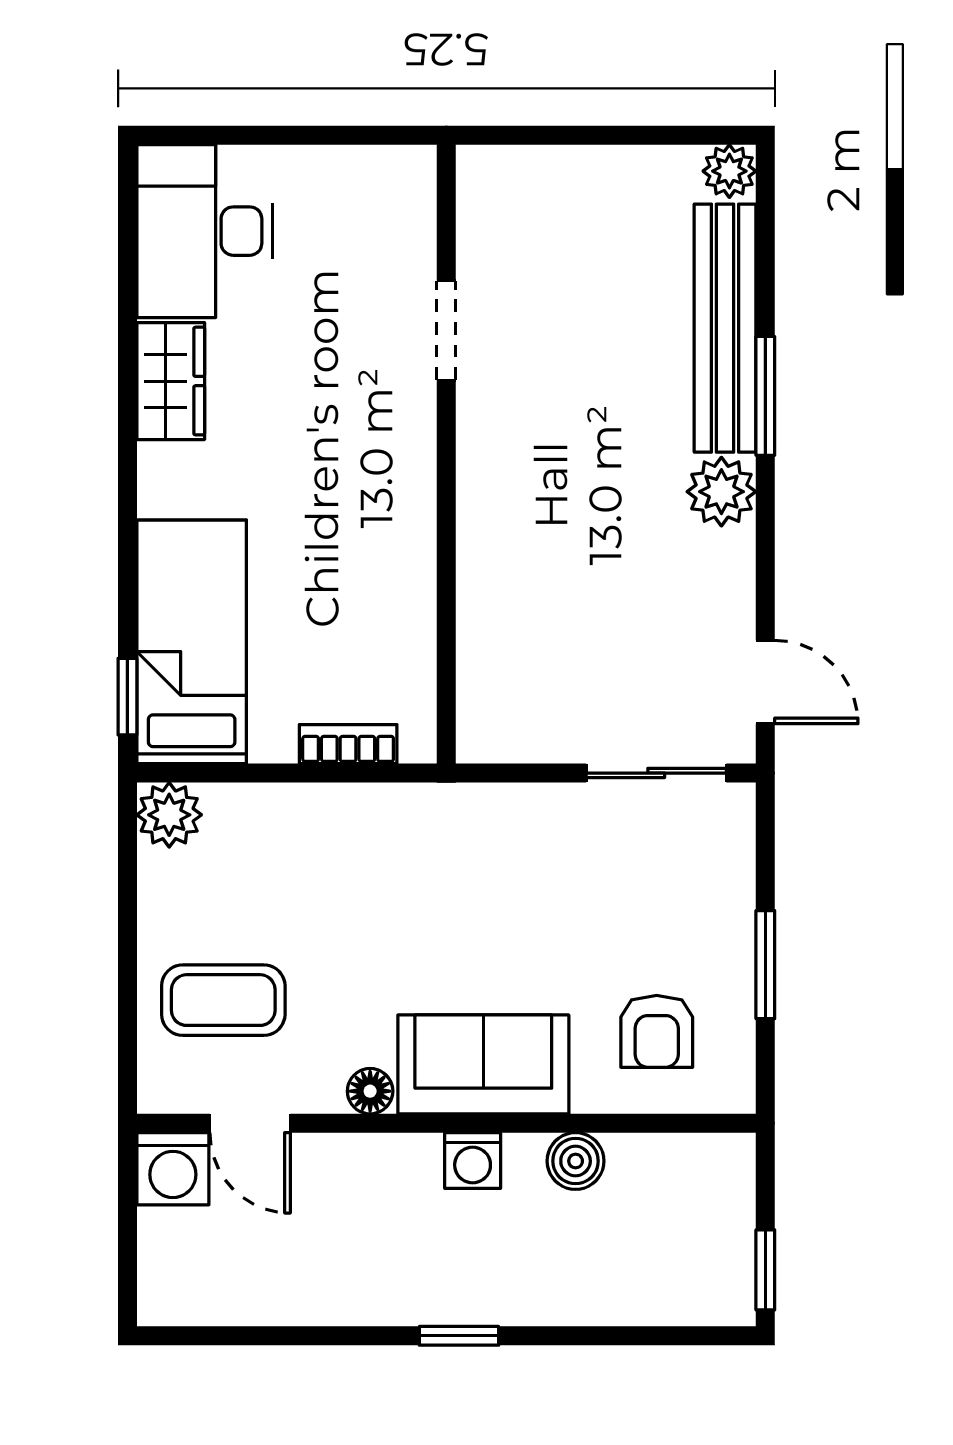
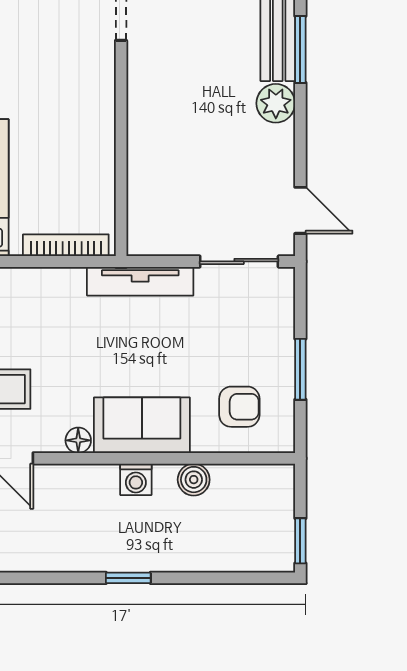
bookcase: (348, 744) -> (66, 245), width x1.56
tv unit: (480, 808) -> (140, 281), added
armchair: (657, 1031) -> (239, 407), turned -90

